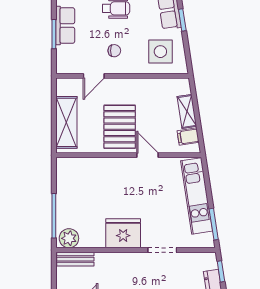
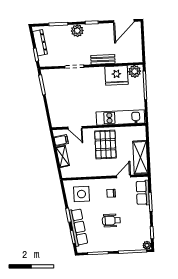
row of seats: (65, 26) -> (143, 193), moved
shelving: (66, 122) -> (140, 157), moved
door: (148, 155) -> (75, 128), moved
kitchen unit: (197, 196) -> (120, 117), moved, turned -81
fridge: (123, 233) -> (117, 75), moved
bench: (75, 259) -> (103, 59), moved

